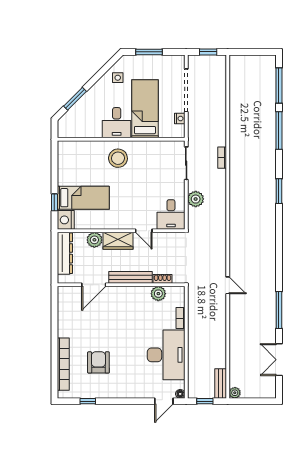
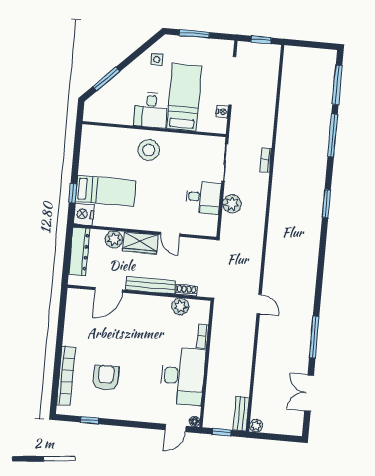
desk: (171, 214) -> (203, 197), moved, turned -90

